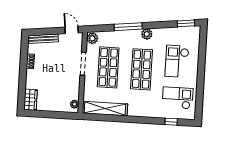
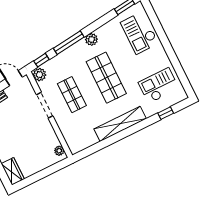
window: (100, 28) -> (41, 60), added
checkout: (177, 61) -> (139, 33), moved
shop shelf: (108, 67) -> (72, 95), width x0.70, depth x0.74
shelving: (105, 109) -> (120, 124), moved

